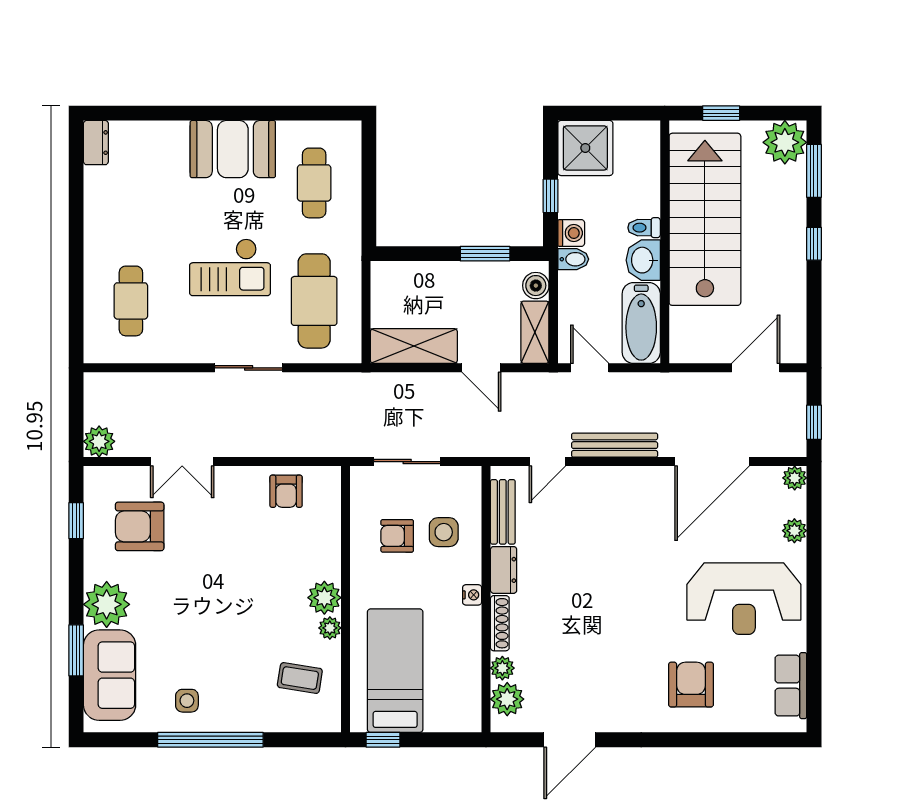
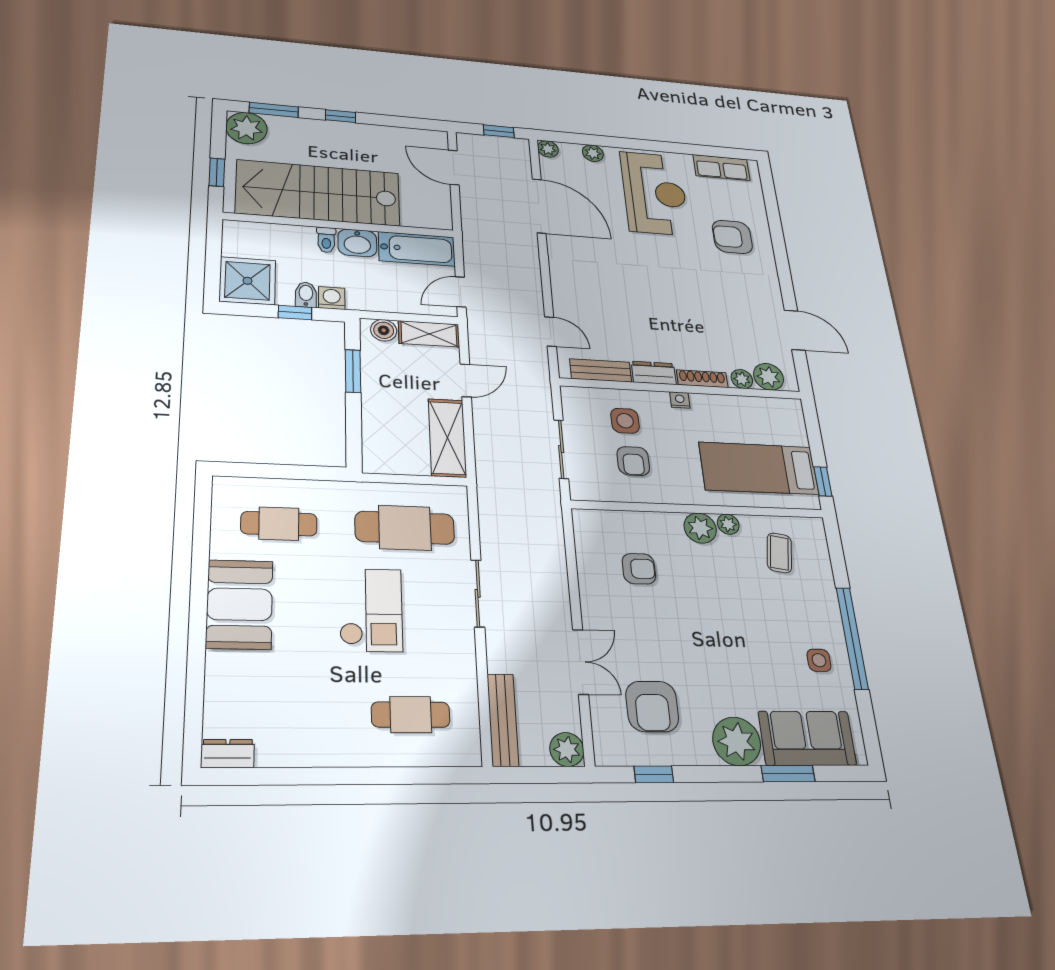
bidet: (573, 259) -> (306, 295), moved
bench: (615, 445) -> (503, 720), moved
armchair: (286, 491) -> (639, 569), moved

